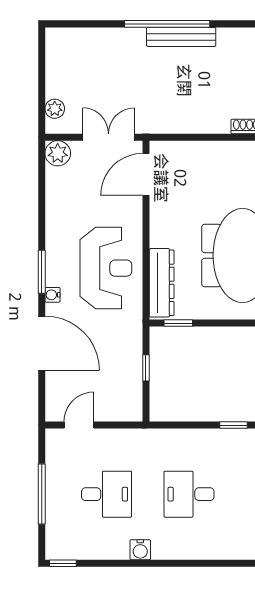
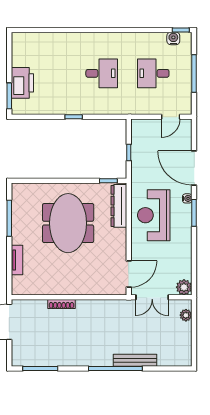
bench: (181, 37) -> (135, 360), moved
water cooler: (140, 550) -> (173, 38), moved

